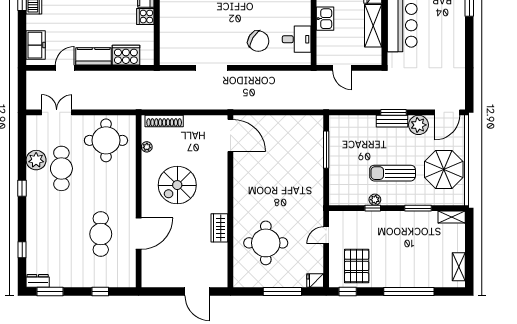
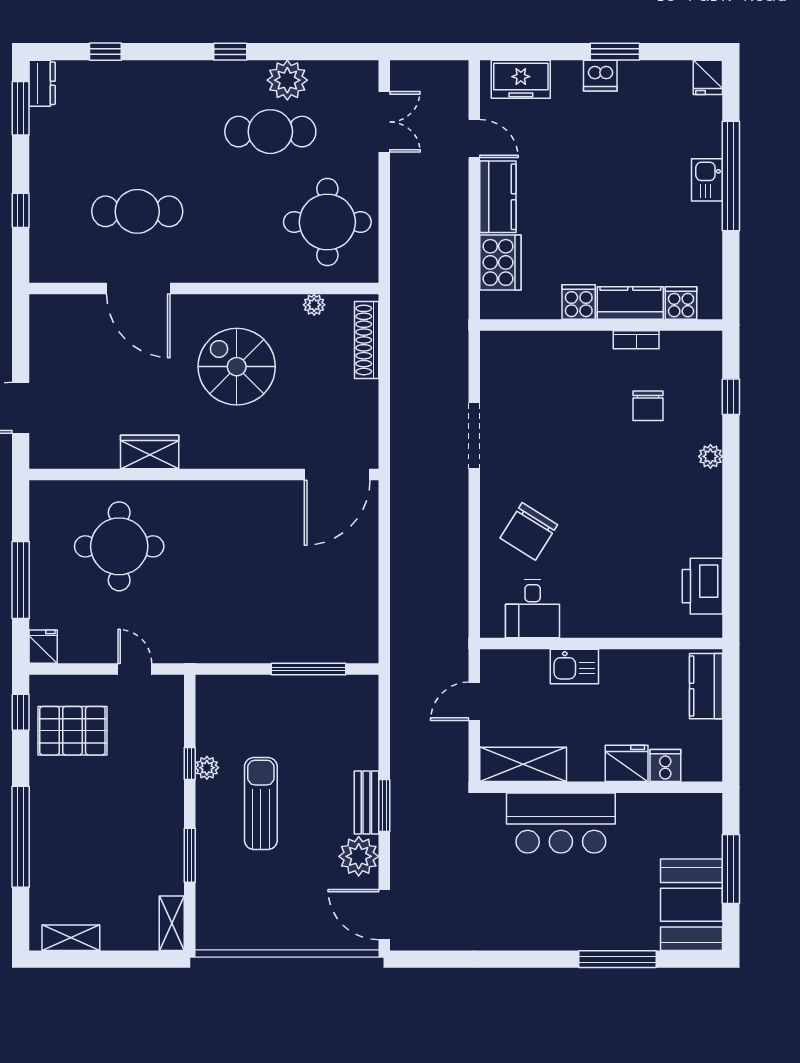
shelving: (373, 26) -> (523, 764), moved
parasol: (444, 170) -> (268, 907), removed

